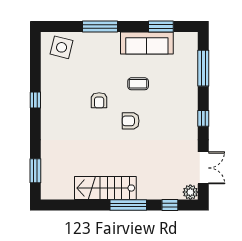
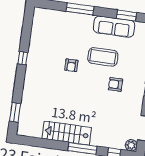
side table: (62, 47) -> (48, 21), removed
coffee table: (138, 84) -> (103, 57), width x1.86, depth x1.72
armchair: (131, 121) -> (115, 84), moved

